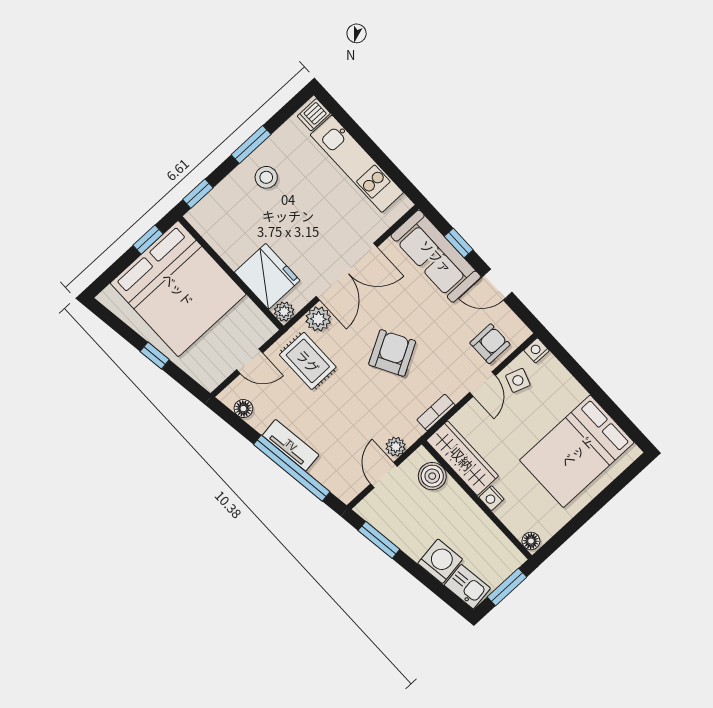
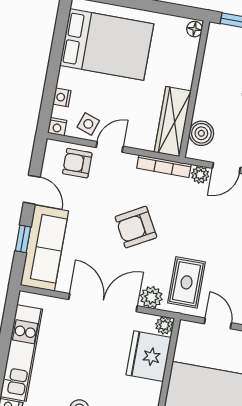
bookcase: (436, 412) -> (164, 166), width x1.56
nightstand: (491, 498) -> (62, 97), moved, turned 180

